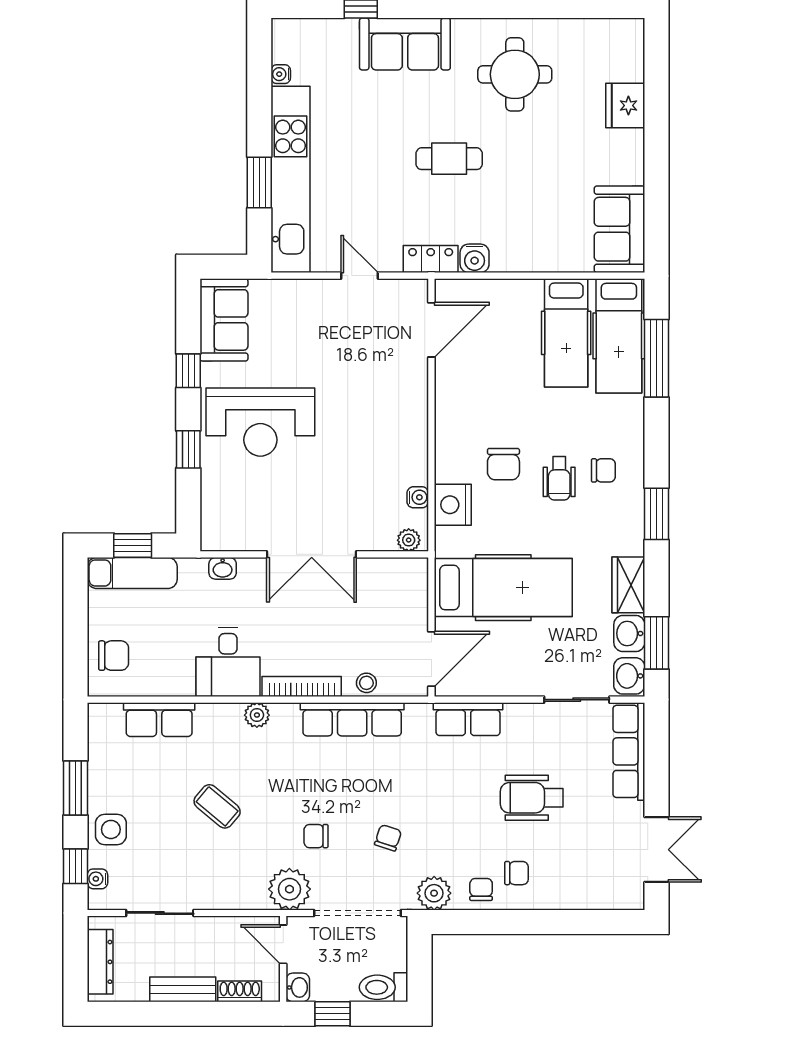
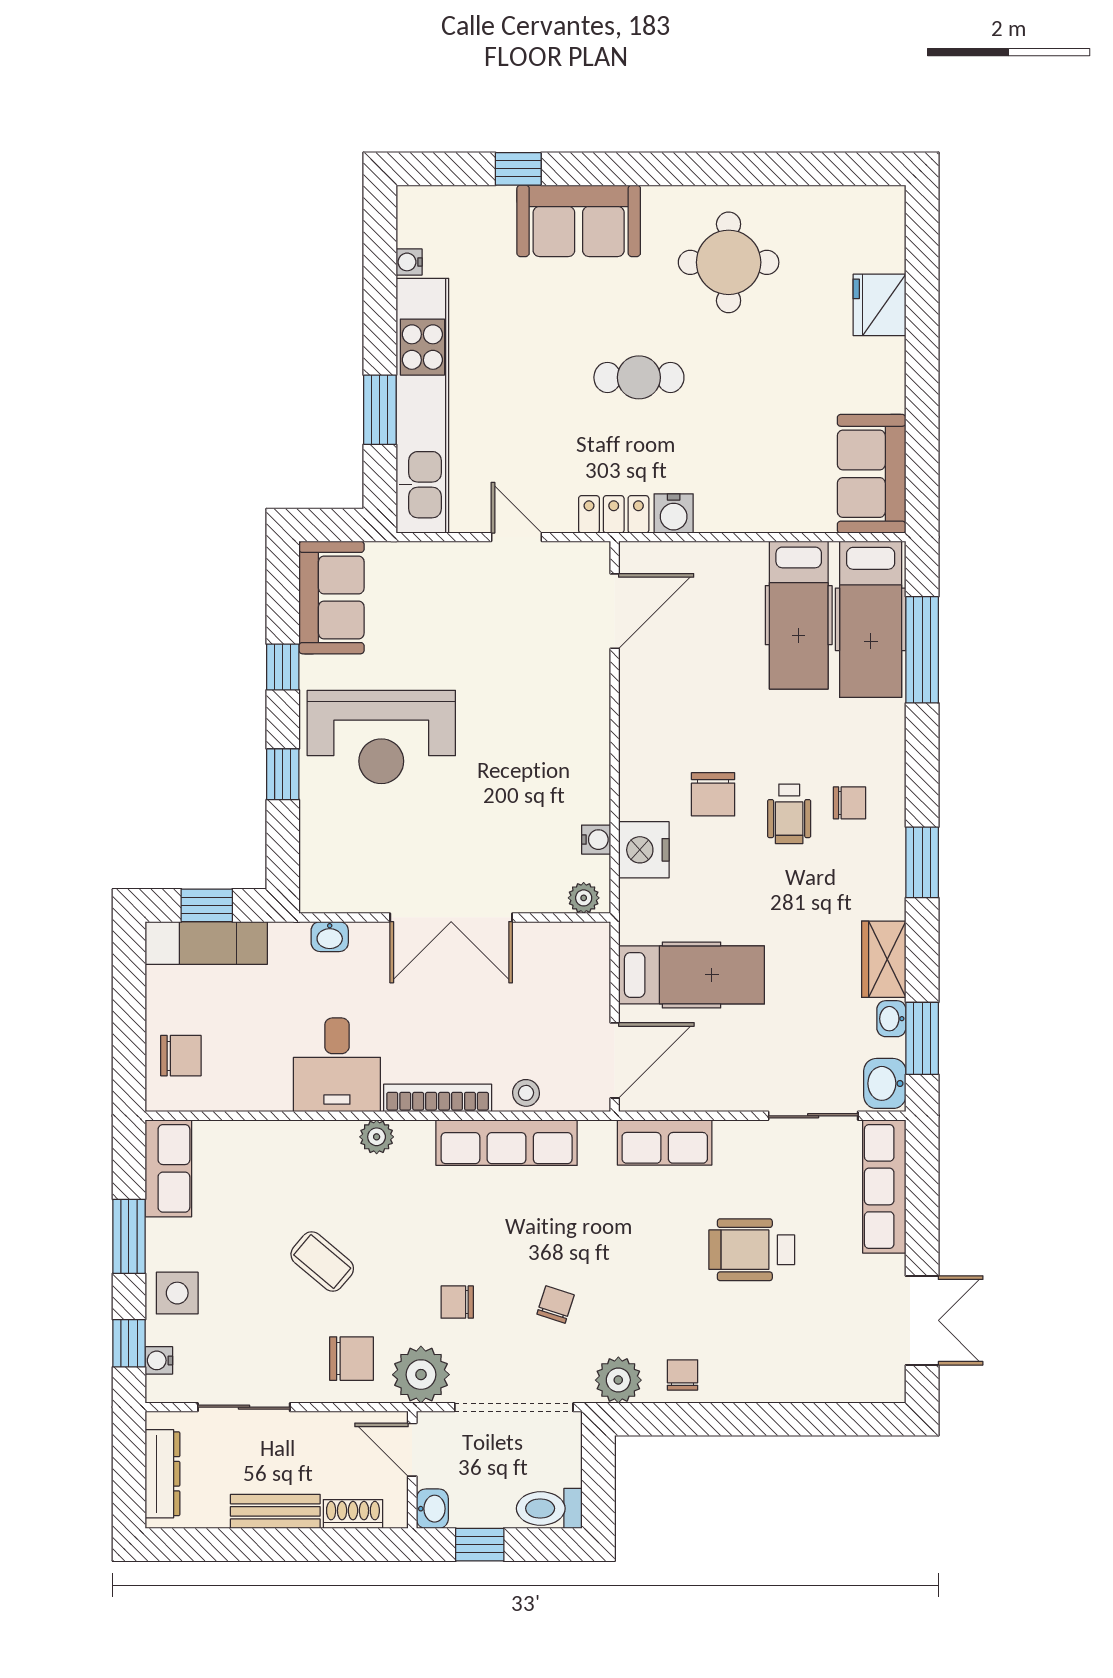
hospital bed: (503, 588) -> (692, 975), width x0.73, depth x0.78
washbasin: (629, 633) -> (891, 1019), width x0.72, depth x0.69
row of seats: (159, 720) -> (168, 1168), moved, turned -90
chair: (517, 873) -> (352, 1359), moved, width x1.37, depth x1.37

